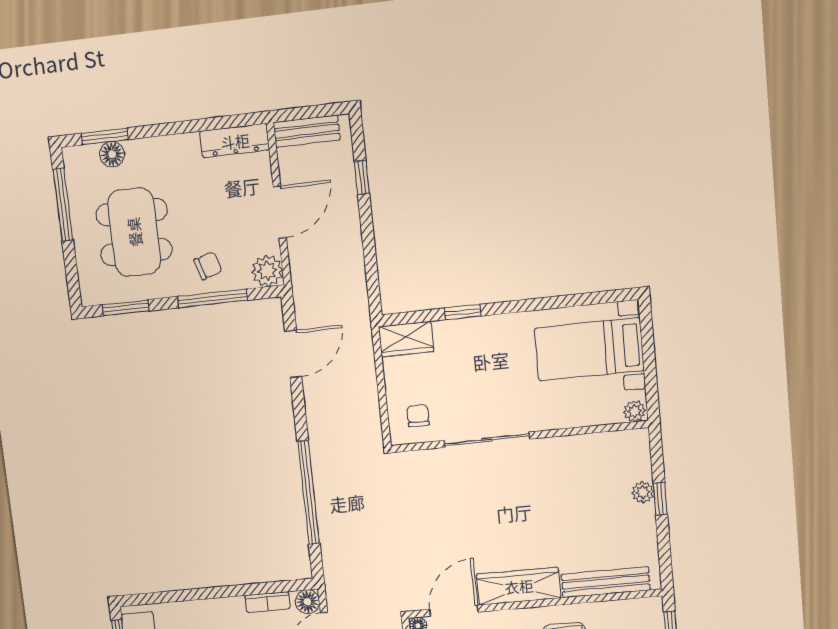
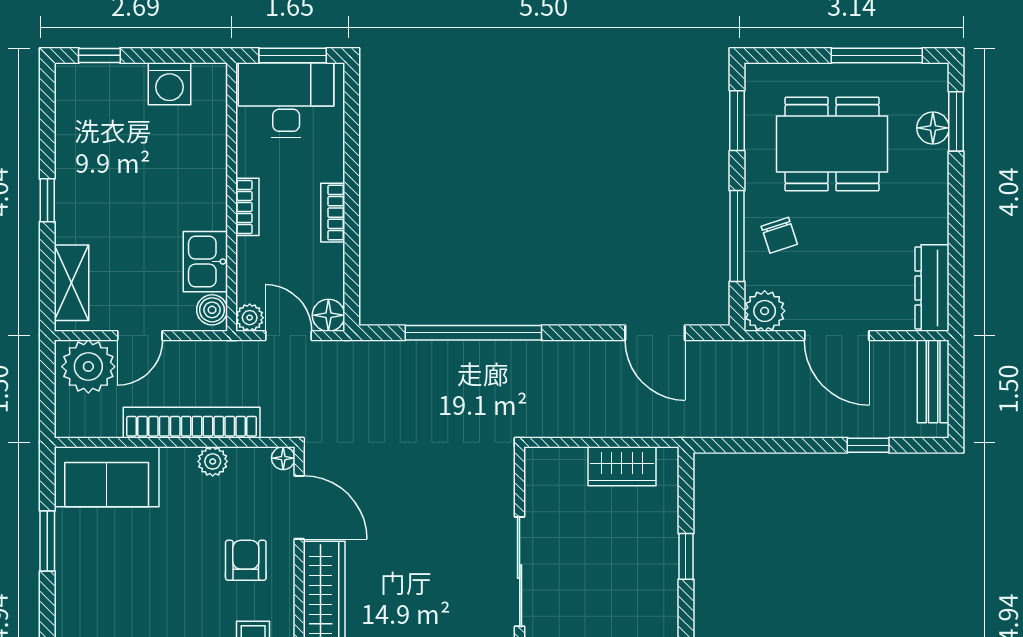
wardrobe: (406, 339) -> (622, 466), moved, turned -90
chair: (418, 416) -> (559, 486), removed
bookcase: (267, 602) -> (333, 213), moved

